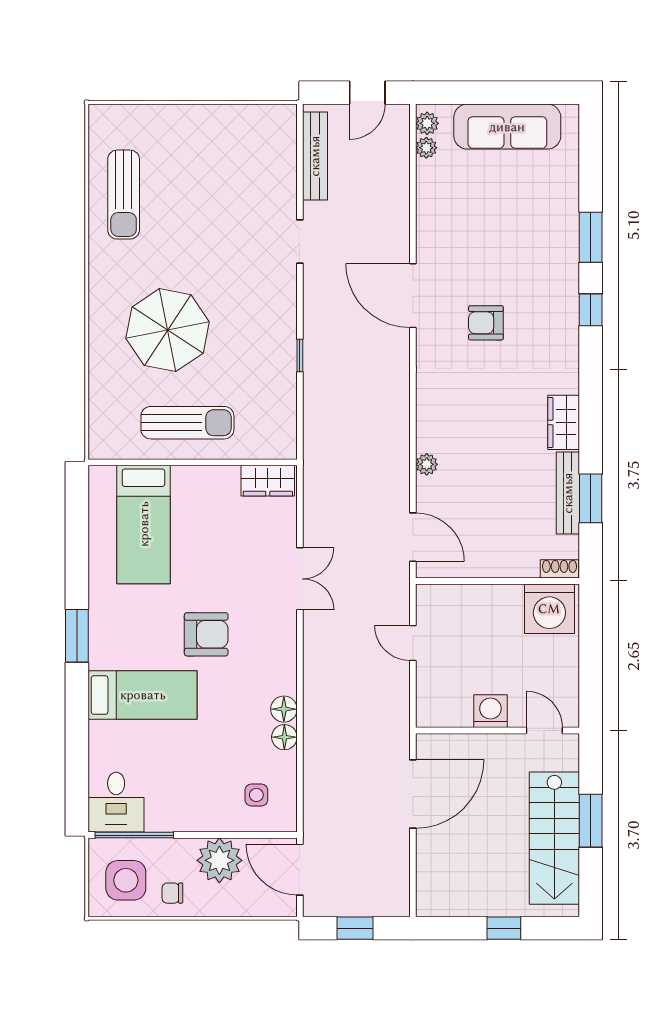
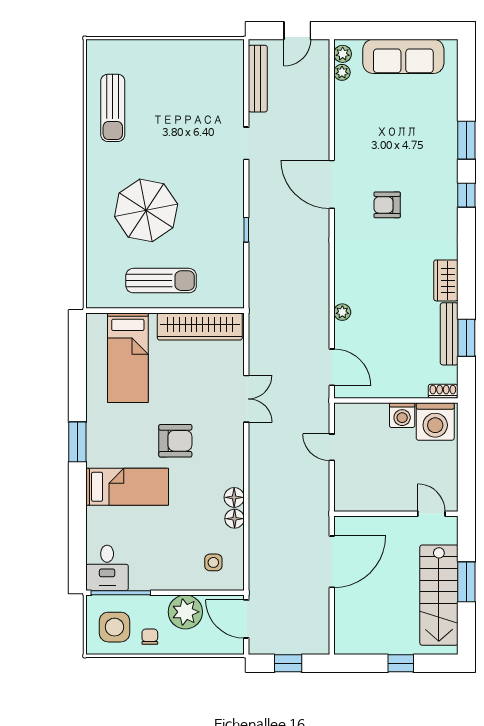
wardrobe: (268, 481) -> (200, 326), width x2.10, depth x1.17
washing machine: (490, 711) -> (402, 415), moved, turned 180
chair: (172, 893) -> (150, 637), turned 90

